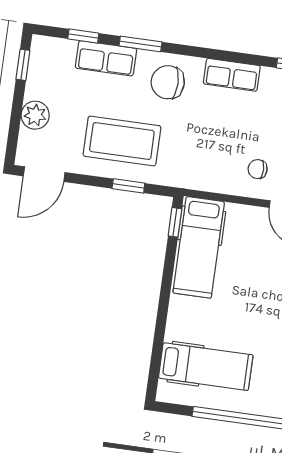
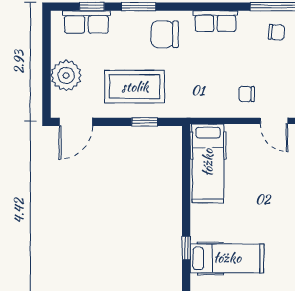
row of seats: (106, 58) -> (87, 22), moved
window: (23, 65) -> (47, 36), removed
plant: (35, 115) -> (66, 76), width x1.36, depth x1.36
window: (175, 222) -> (186, 248), moved

